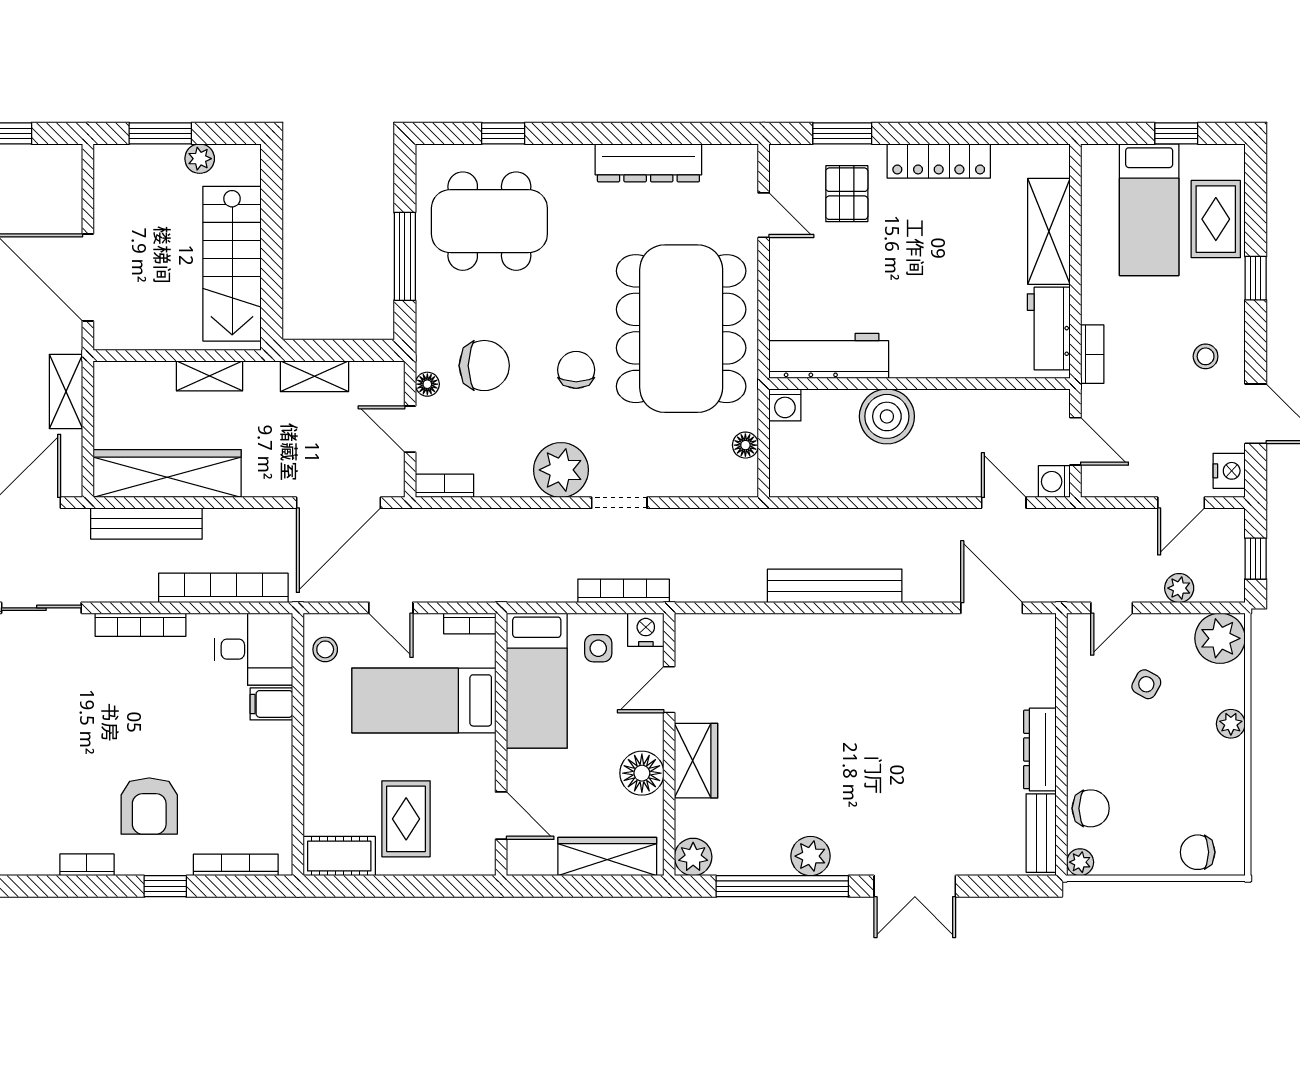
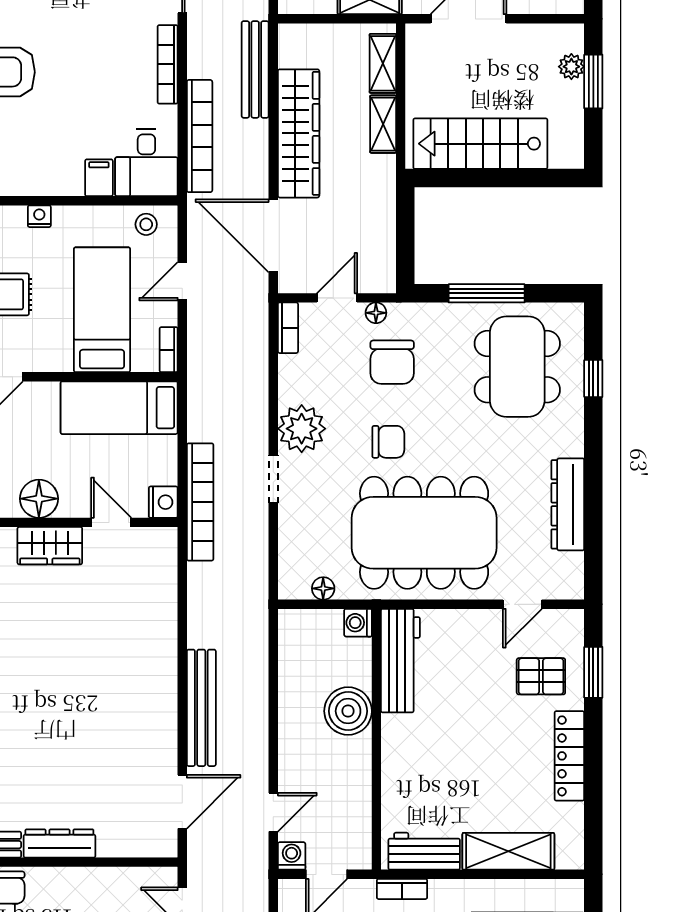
plant: (200, 159) -> (571, 67), moved
shelving: (315, 376) -> (383, 63), moved
wardrobe: (167, 474) -> (299, 133), moved
bench: (835, 586) -> (201, 708), moved
bookcase: (624, 591) -> (200, 502), width x1.48, depth x1.31
side table: (598, 648) -> (147, 461), removed
nightstand: (316, 773) -> (39, 216), added

